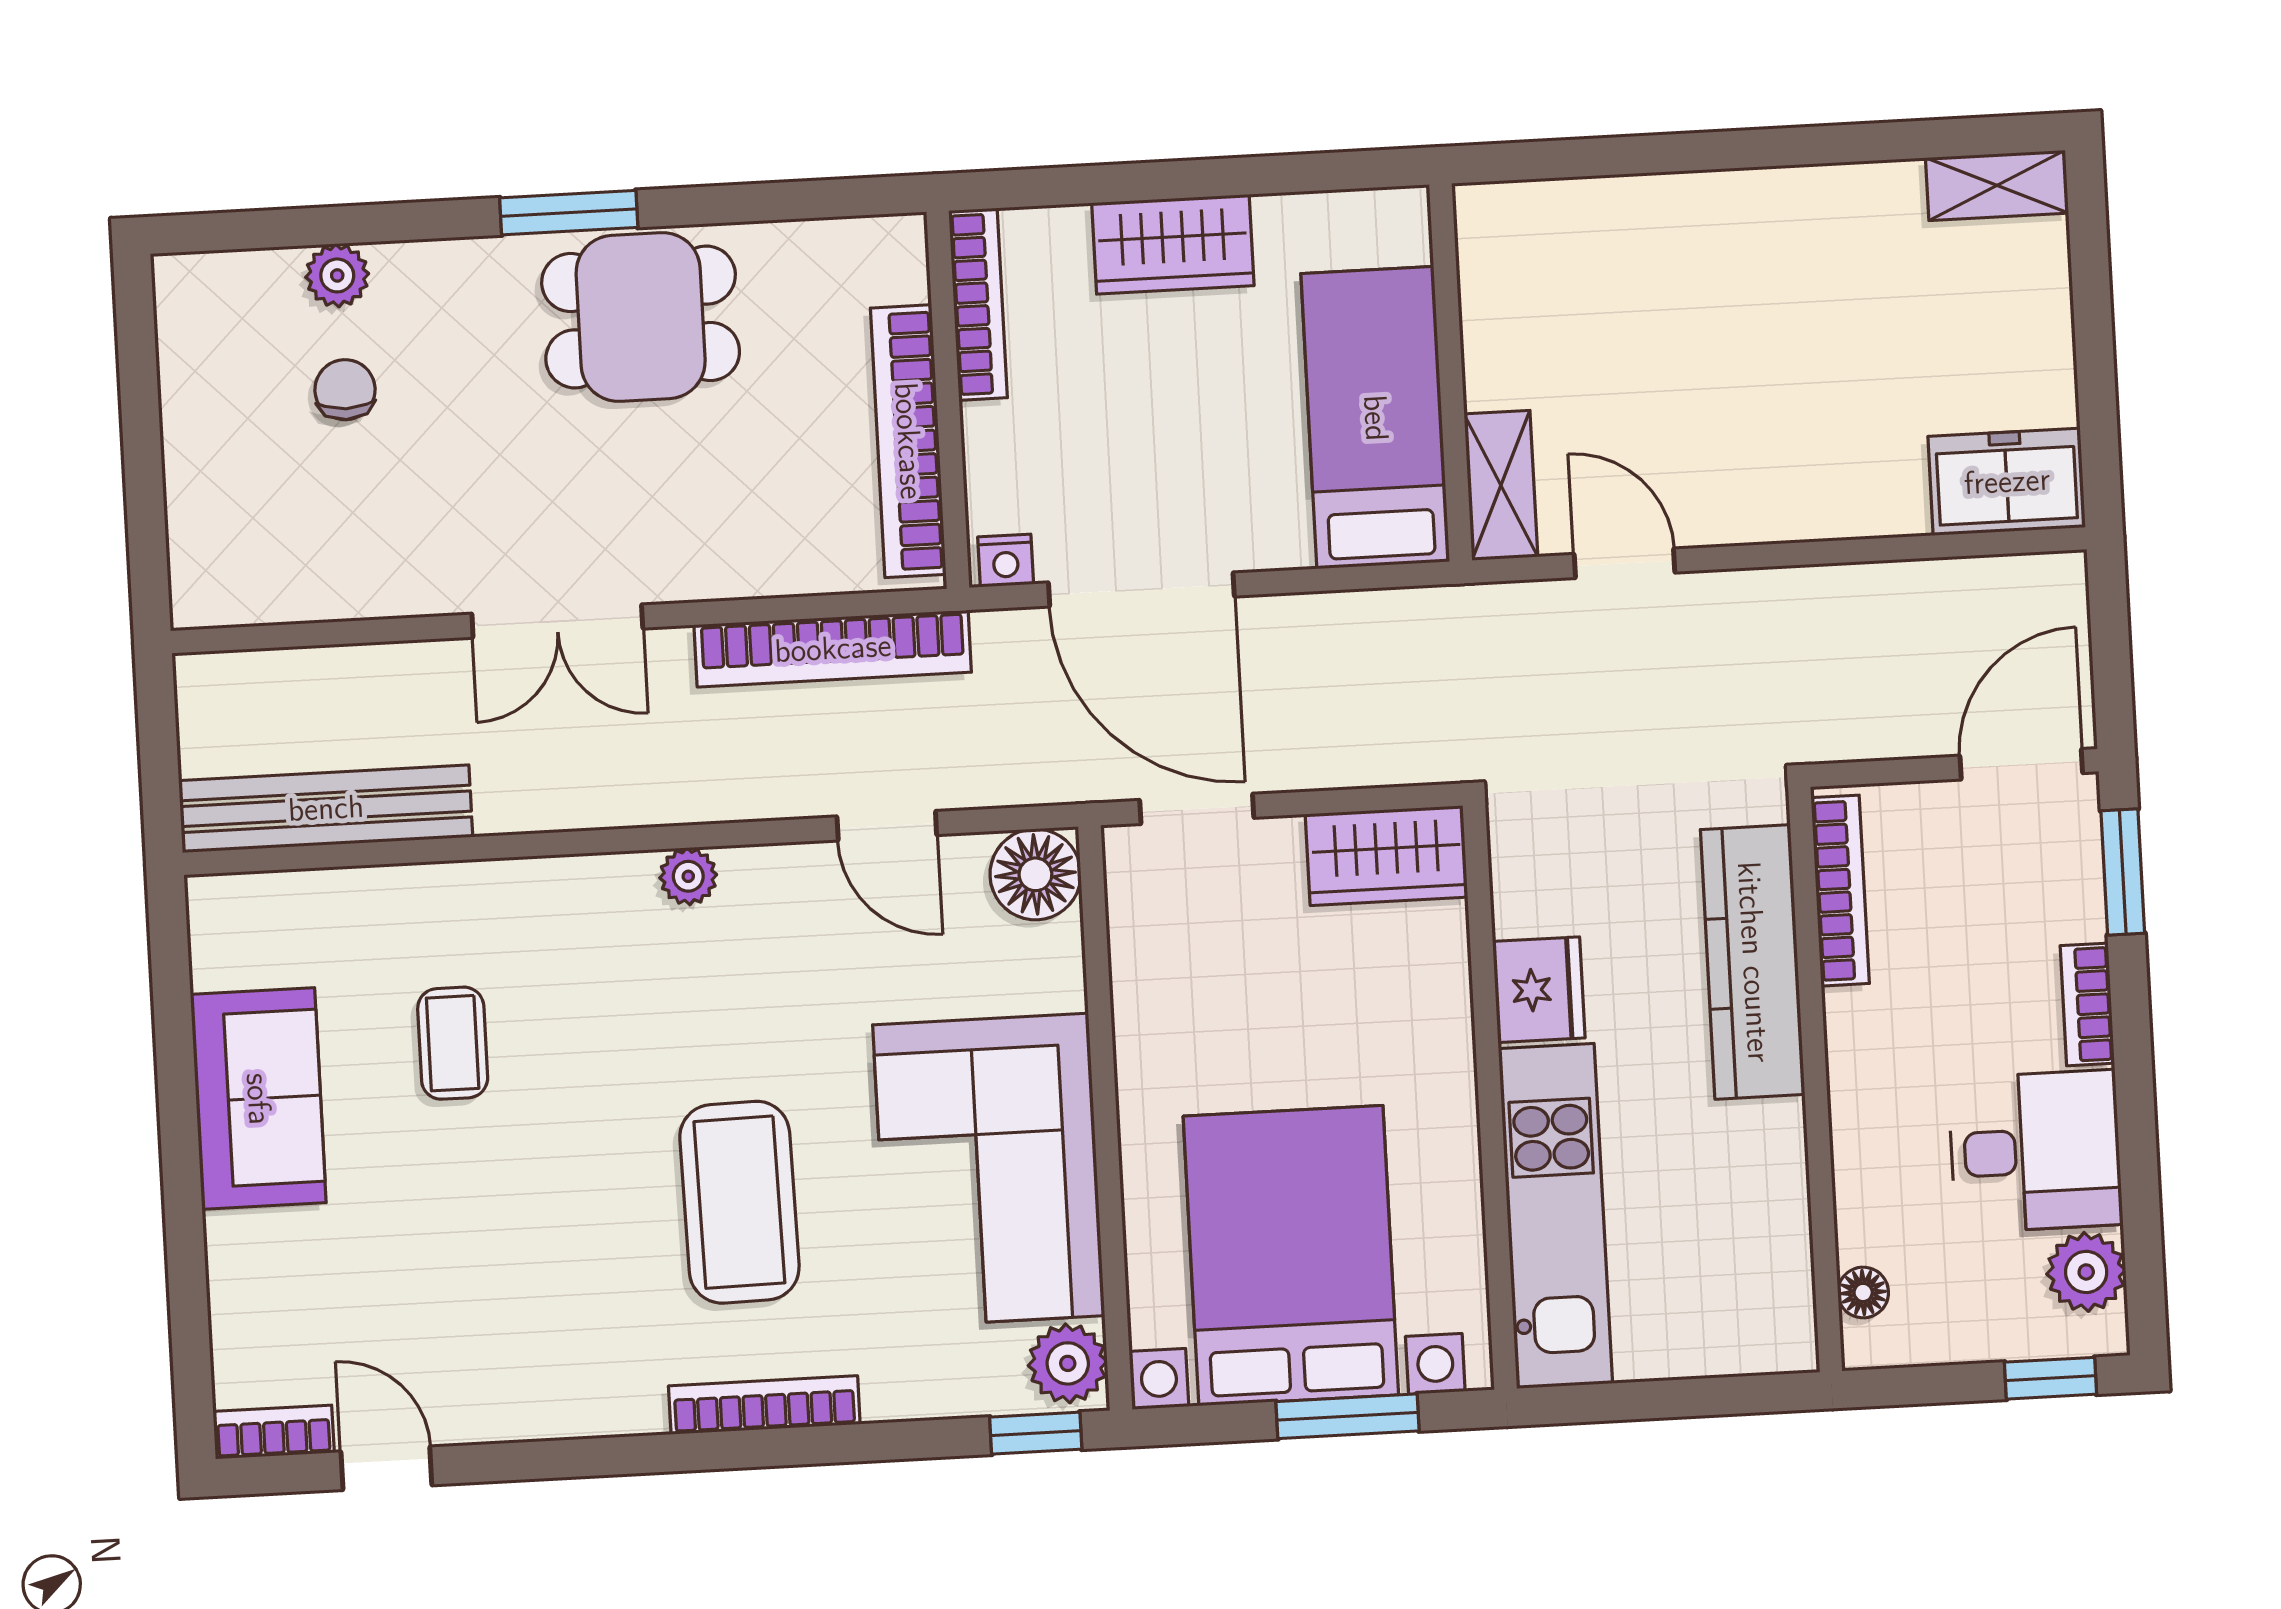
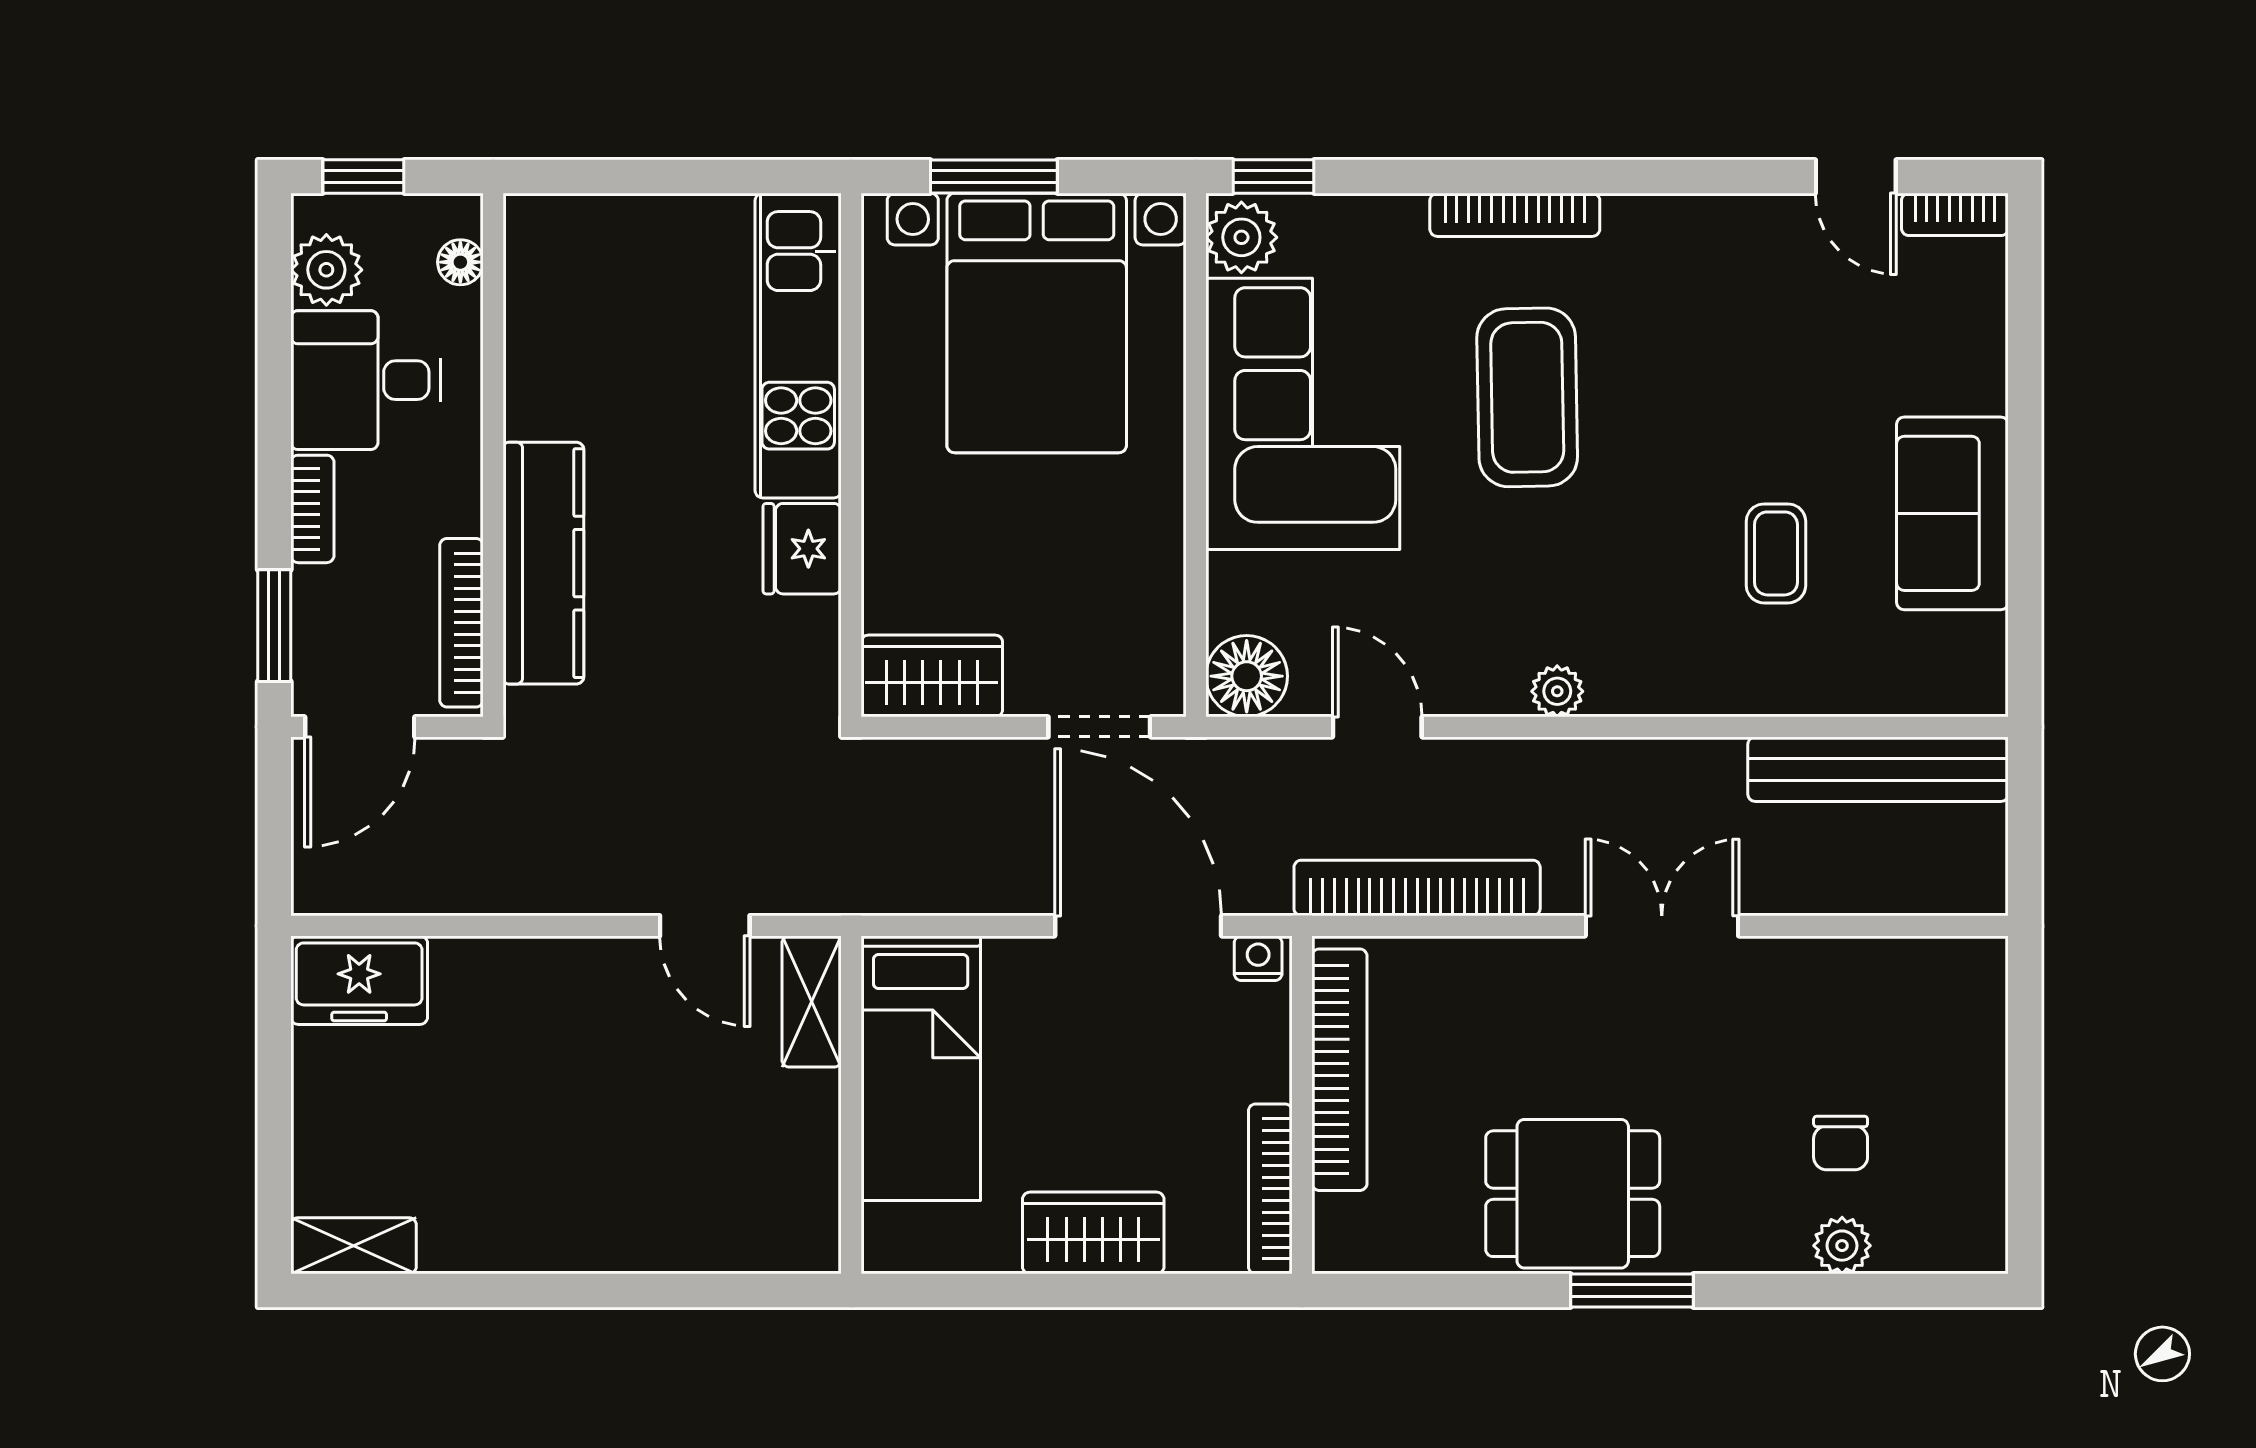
bookcase: (1840, 891) -> (461, 623), moved
kitchen counter: (1753, 962) -> (543, 563), moved
wall: (1815, 1079) -> (493, 455), moved
floor lamp: (1863, 1292) -> (460, 262), moved

